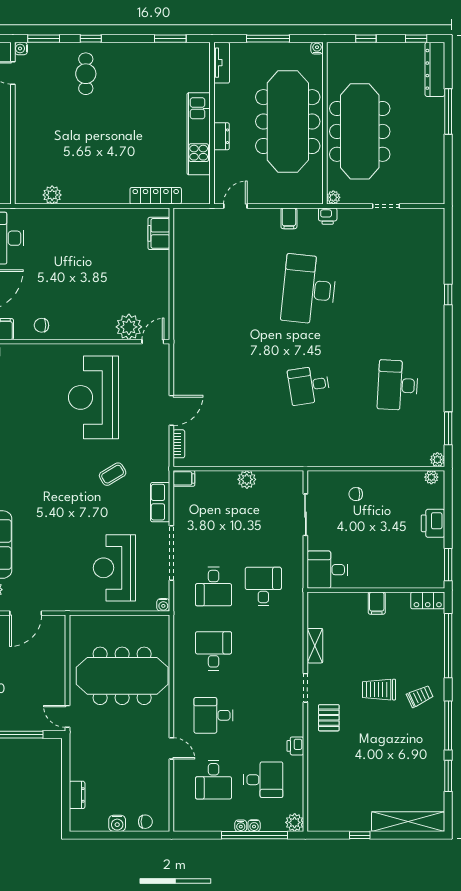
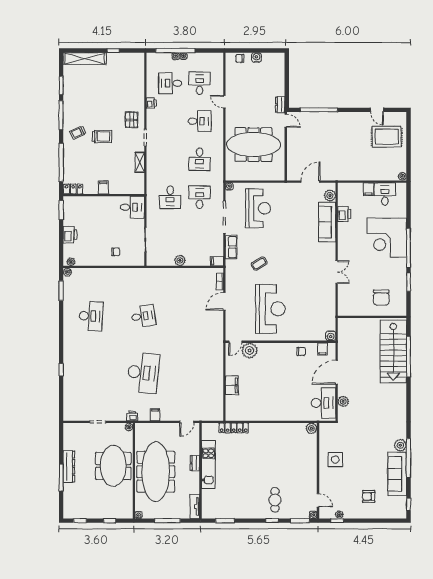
dresser: (435, 69) -> (69, 467), moved
meeting table: (360, 131) -> (113, 466), width x0.73
plant: (52, 195) -> (311, 428), moved
filing cabinet: (159, 233) -> (232, 385), moved
dresser: (77, 795) -> (280, 105), moved
plant: (295, 822) -> (152, 58), removed

